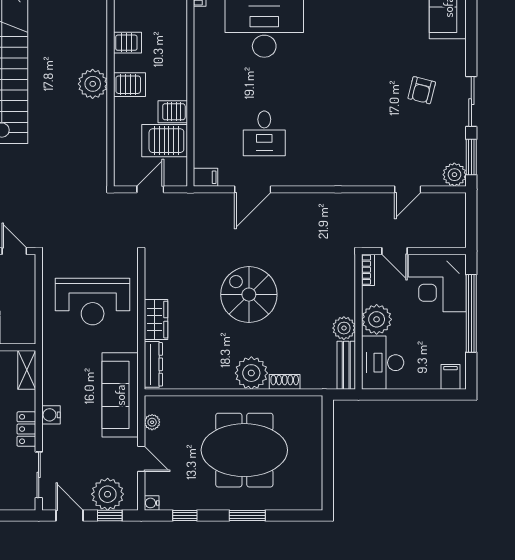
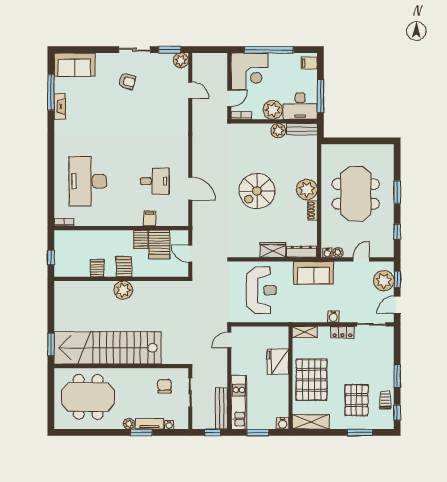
filing cabinet: (206, 177) -> (150, 218), moved
shoe rack: (285, 382) -> (312, 211), moved
window: (398, 394) -> (320, 96), added
sofa: (120, 395) -> (314, 273), width x0.73
water cooler: (152, 503) -> (327, 253), moved

